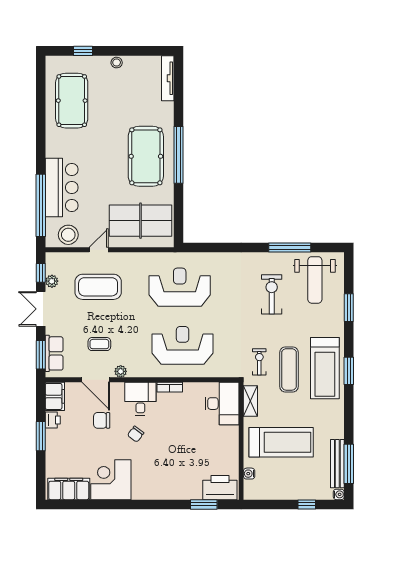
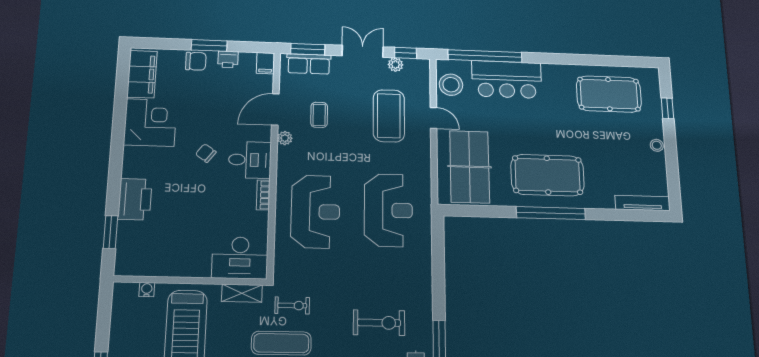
filing cabinet: (55, 396) -> (265, 63), width x0.50
chair: (102, 420) -> (196, 61), moved, turned 90
printer: (220, 488) -> (135, 199), moved

